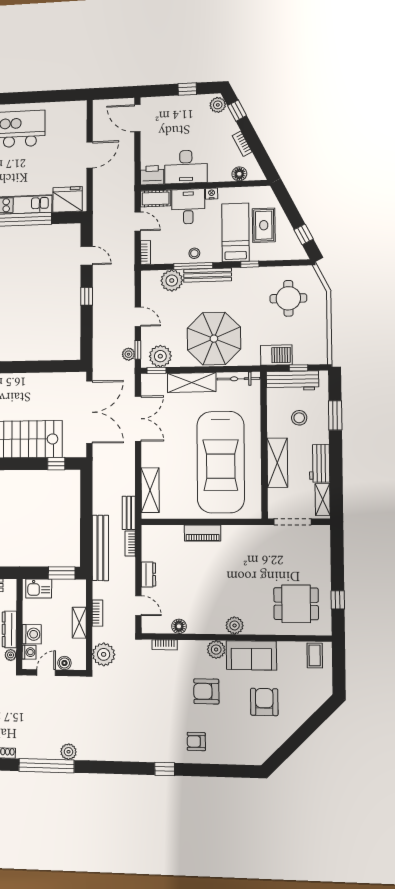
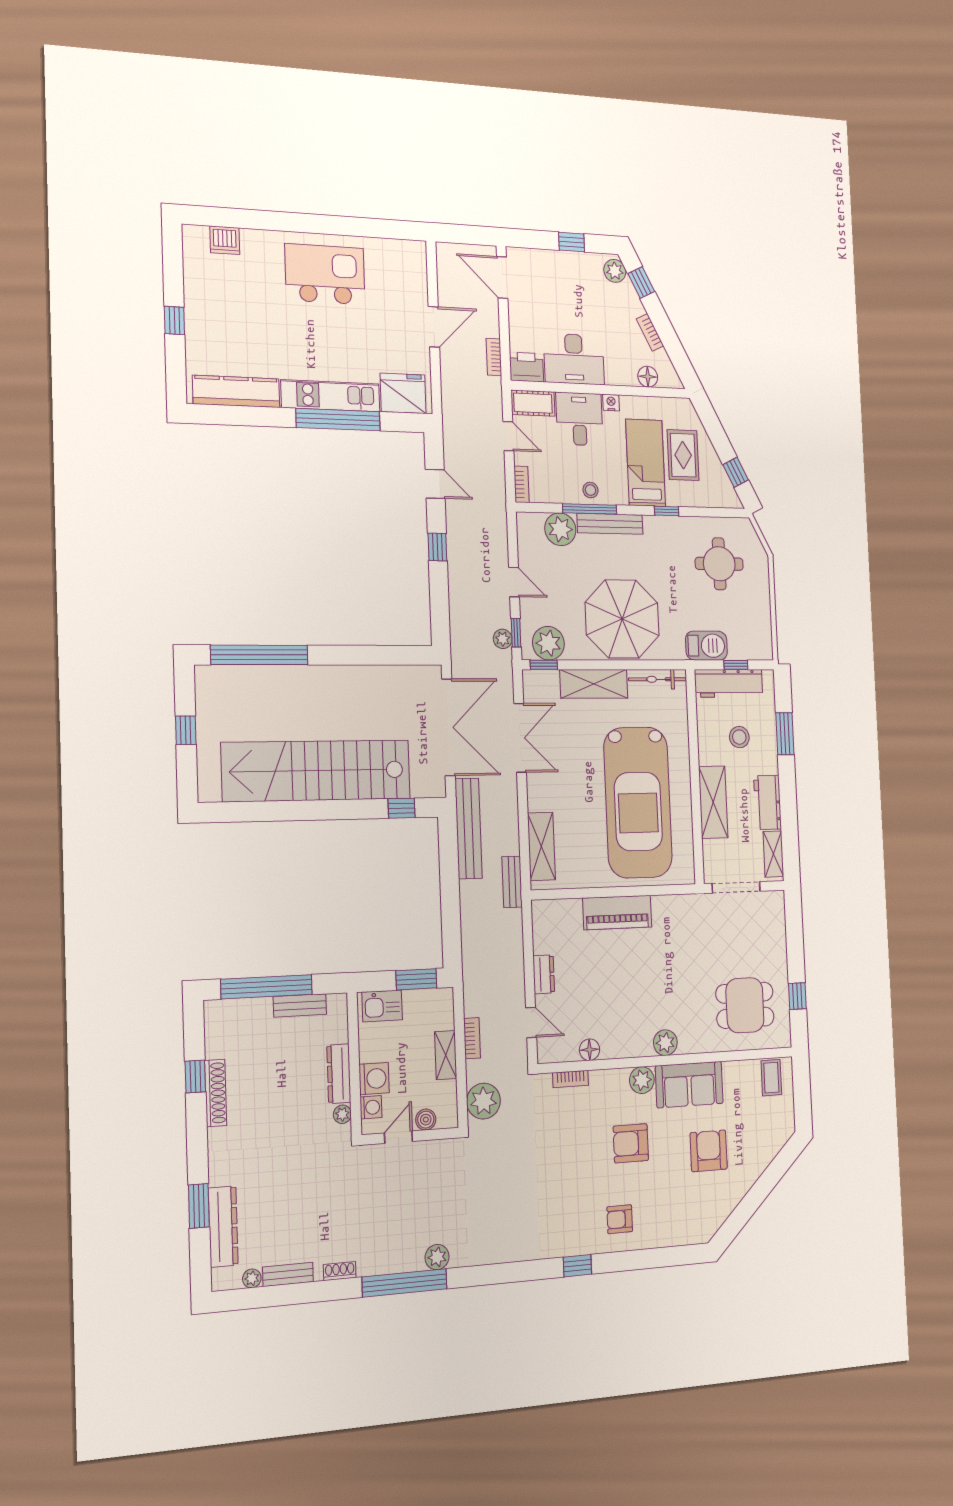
piano: (203, 533) -> (617, 912), width x1.37, depth x1.33
bookcase: (130, 544) -> (494, 357), moved
bench: (100, 548) -> (468, 828), moved

